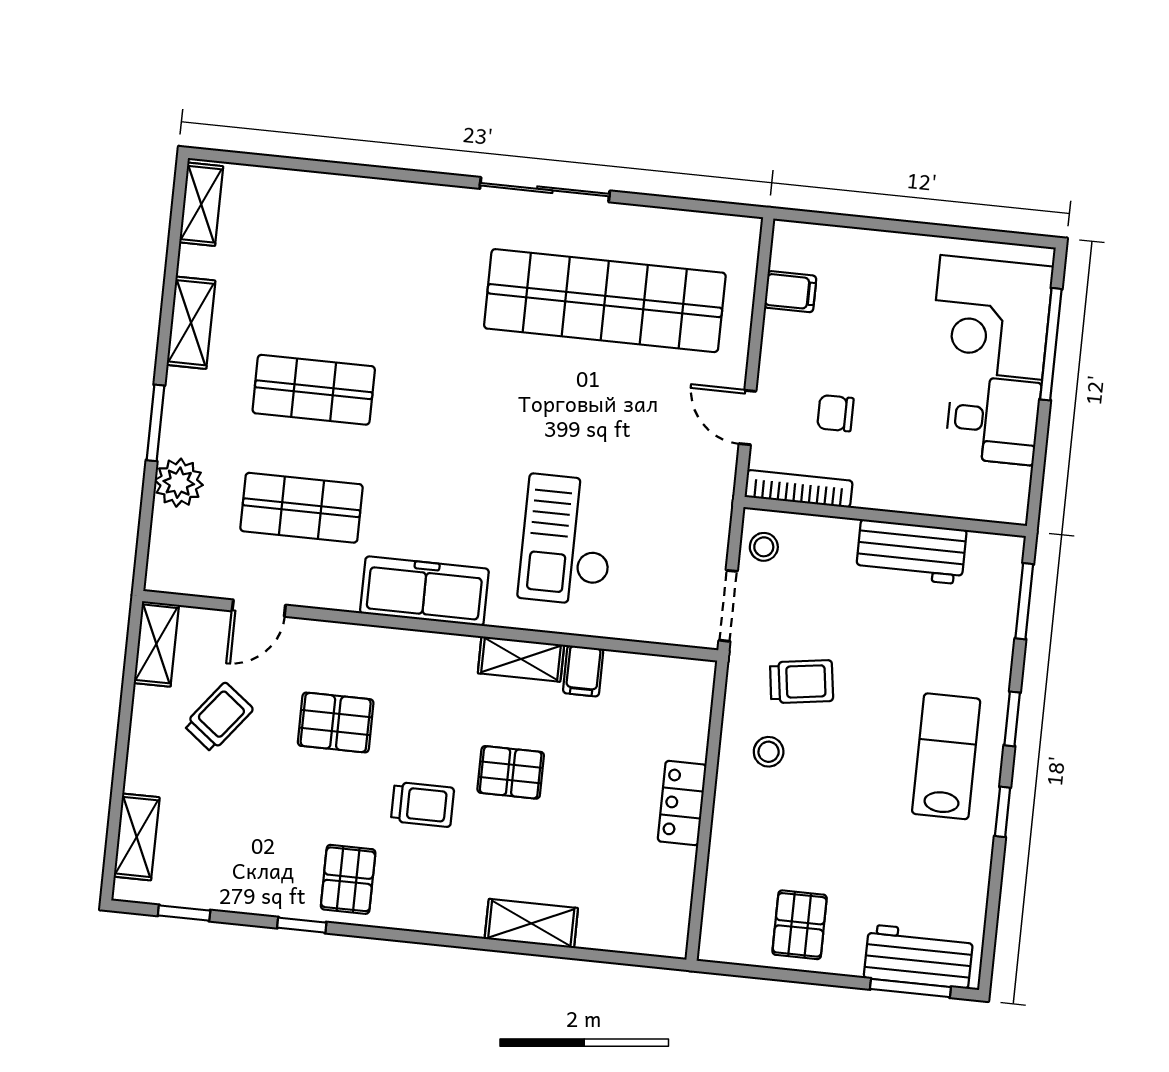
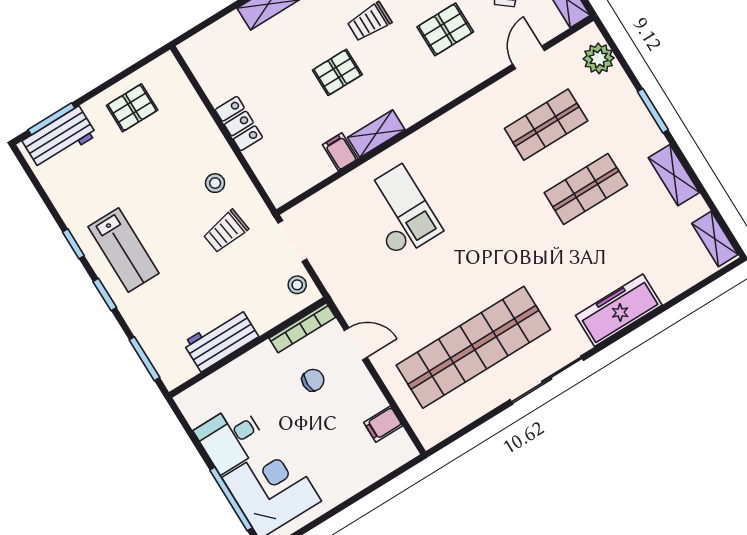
plant: (179, 483) -> (599, 58), moved
freezer: (424, 591) -> (619, 310), moved, turned 180
pallet: (800, 925) -> (132, 108), turned 90

